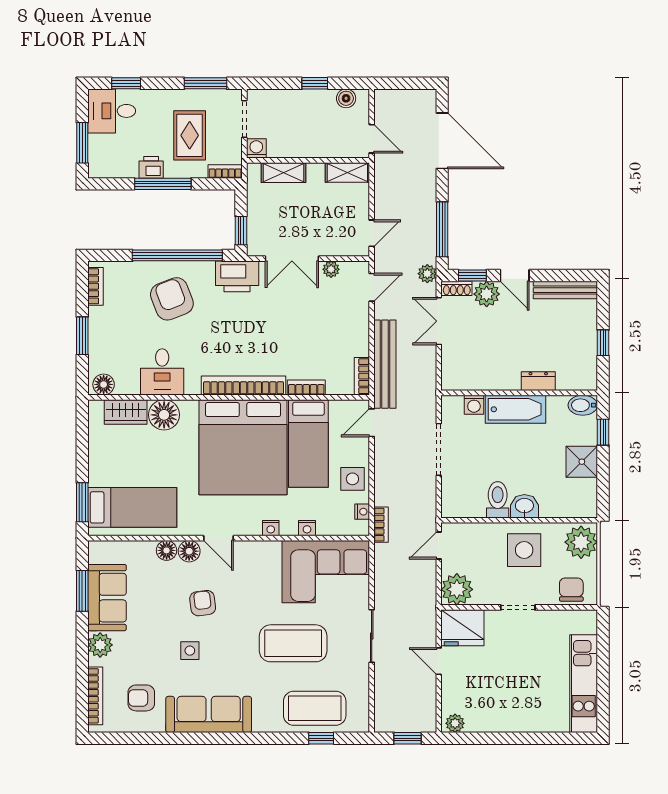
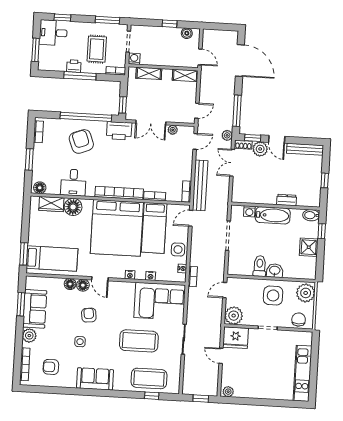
sofa: (209, 714) -> (95, 379), width x0.73

